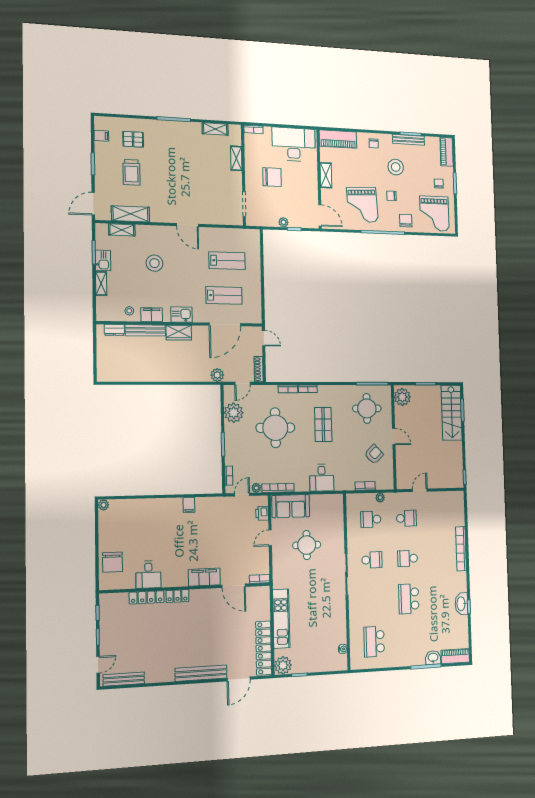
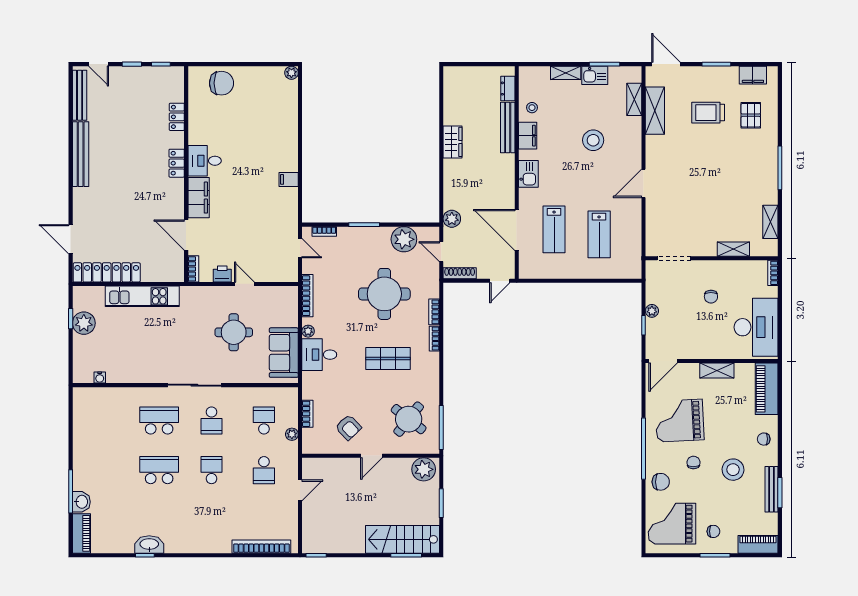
filing cabinet: (101, 136) -> (753, 75), width x2.00
chair: (272, 177) -> (711, 297), width x0.54, depth x0.54
wardrobe: (179, 333) -> (452, 142), moved, turned 180
round table: (367, 408) -> (409, 419), turned 38
plant: (256, 488) -> (308, 331), moved
door: (420, 490) -> (300, 490), hinge flipped
sofa: (291, 506) -> (284, 353), moved
printer: (262, 513) -> (222, 274), moved
bookcase: (461, 549) -> (261, 547), moved
chair: (113, 562) -> (222, 83), turned 180
desk: (148, 575) -> (205, 161), moved
door: (234, 586) -> (186, 235), hinge flipped
locker: (147, 597) -> (177, 117), width x0.66
school desk: (374, 642) -> (159, 420), moved
plant: (283, 665) -> (84, 323), moved
bench: (201, 673) -> (81, 154), moved

